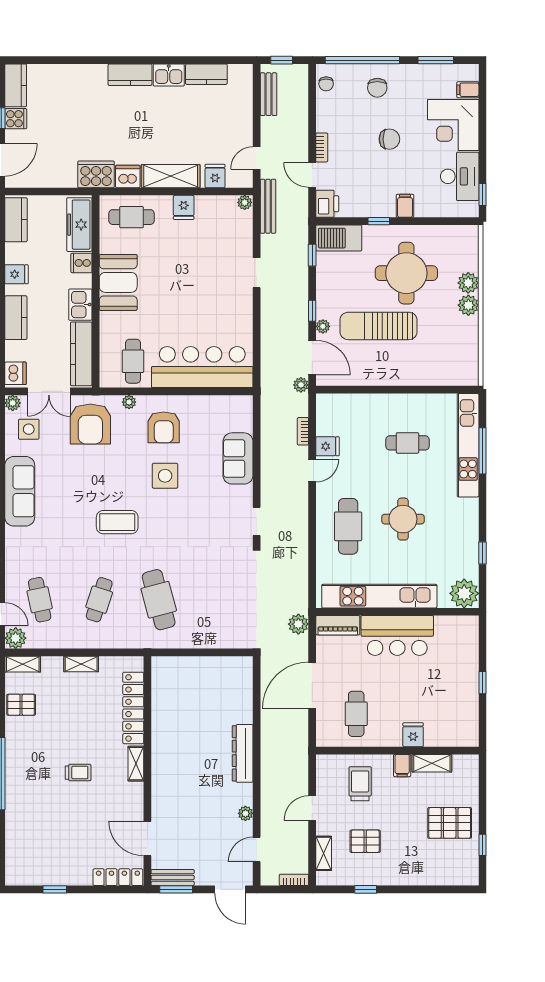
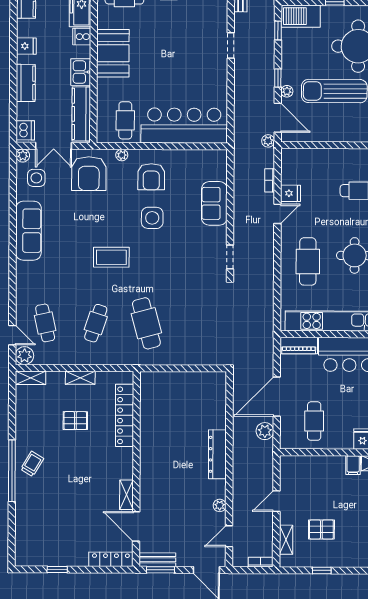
plant: (298, 624) -> (265, 431), moved
pallet: (21, 705) -> (75, 421), moved
shelving: (136, 764) -> (126, 495), moved
trolley: (78, 773) -> (32, 464), moved, turned -59
trolley: (360, 784) -> (317, 481), removed

